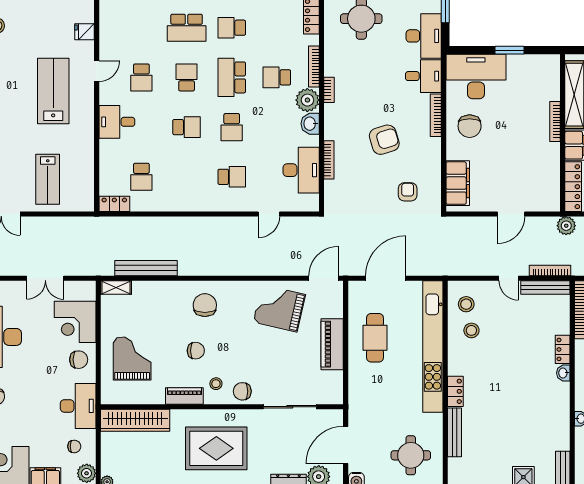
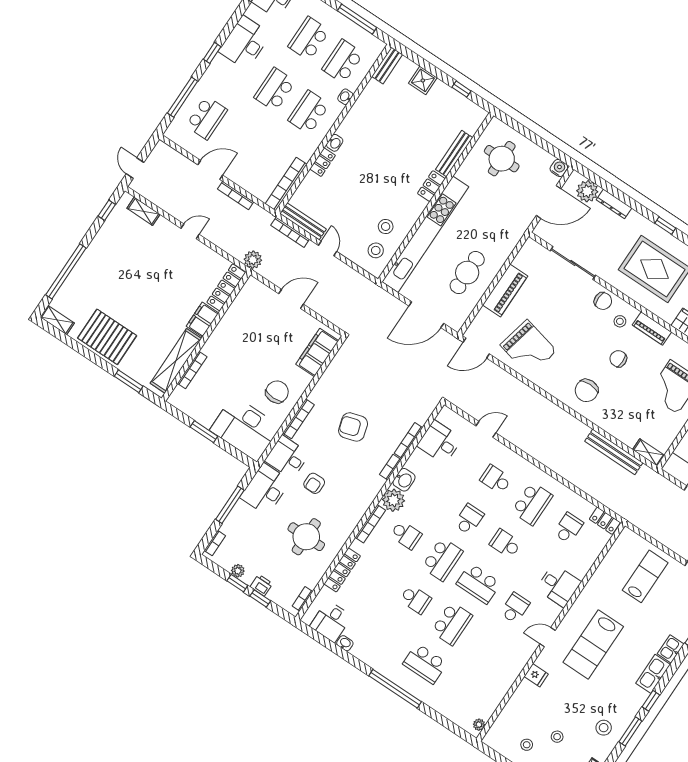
school desk: (187, 28) -> (452, 624), turned 90
school desk: (187, 77) -> (479, 584), width x1.85
bookcase: (329, 90) -> (390, 467), moved
bookcase: (555, 121) -> (192, 370), moved
desk: (301, 170) -> (440, 442), width x0.73
school desk: (187, 177) -> (532, 504), added
armchair: (408, 192) -> (314, 483), moved

